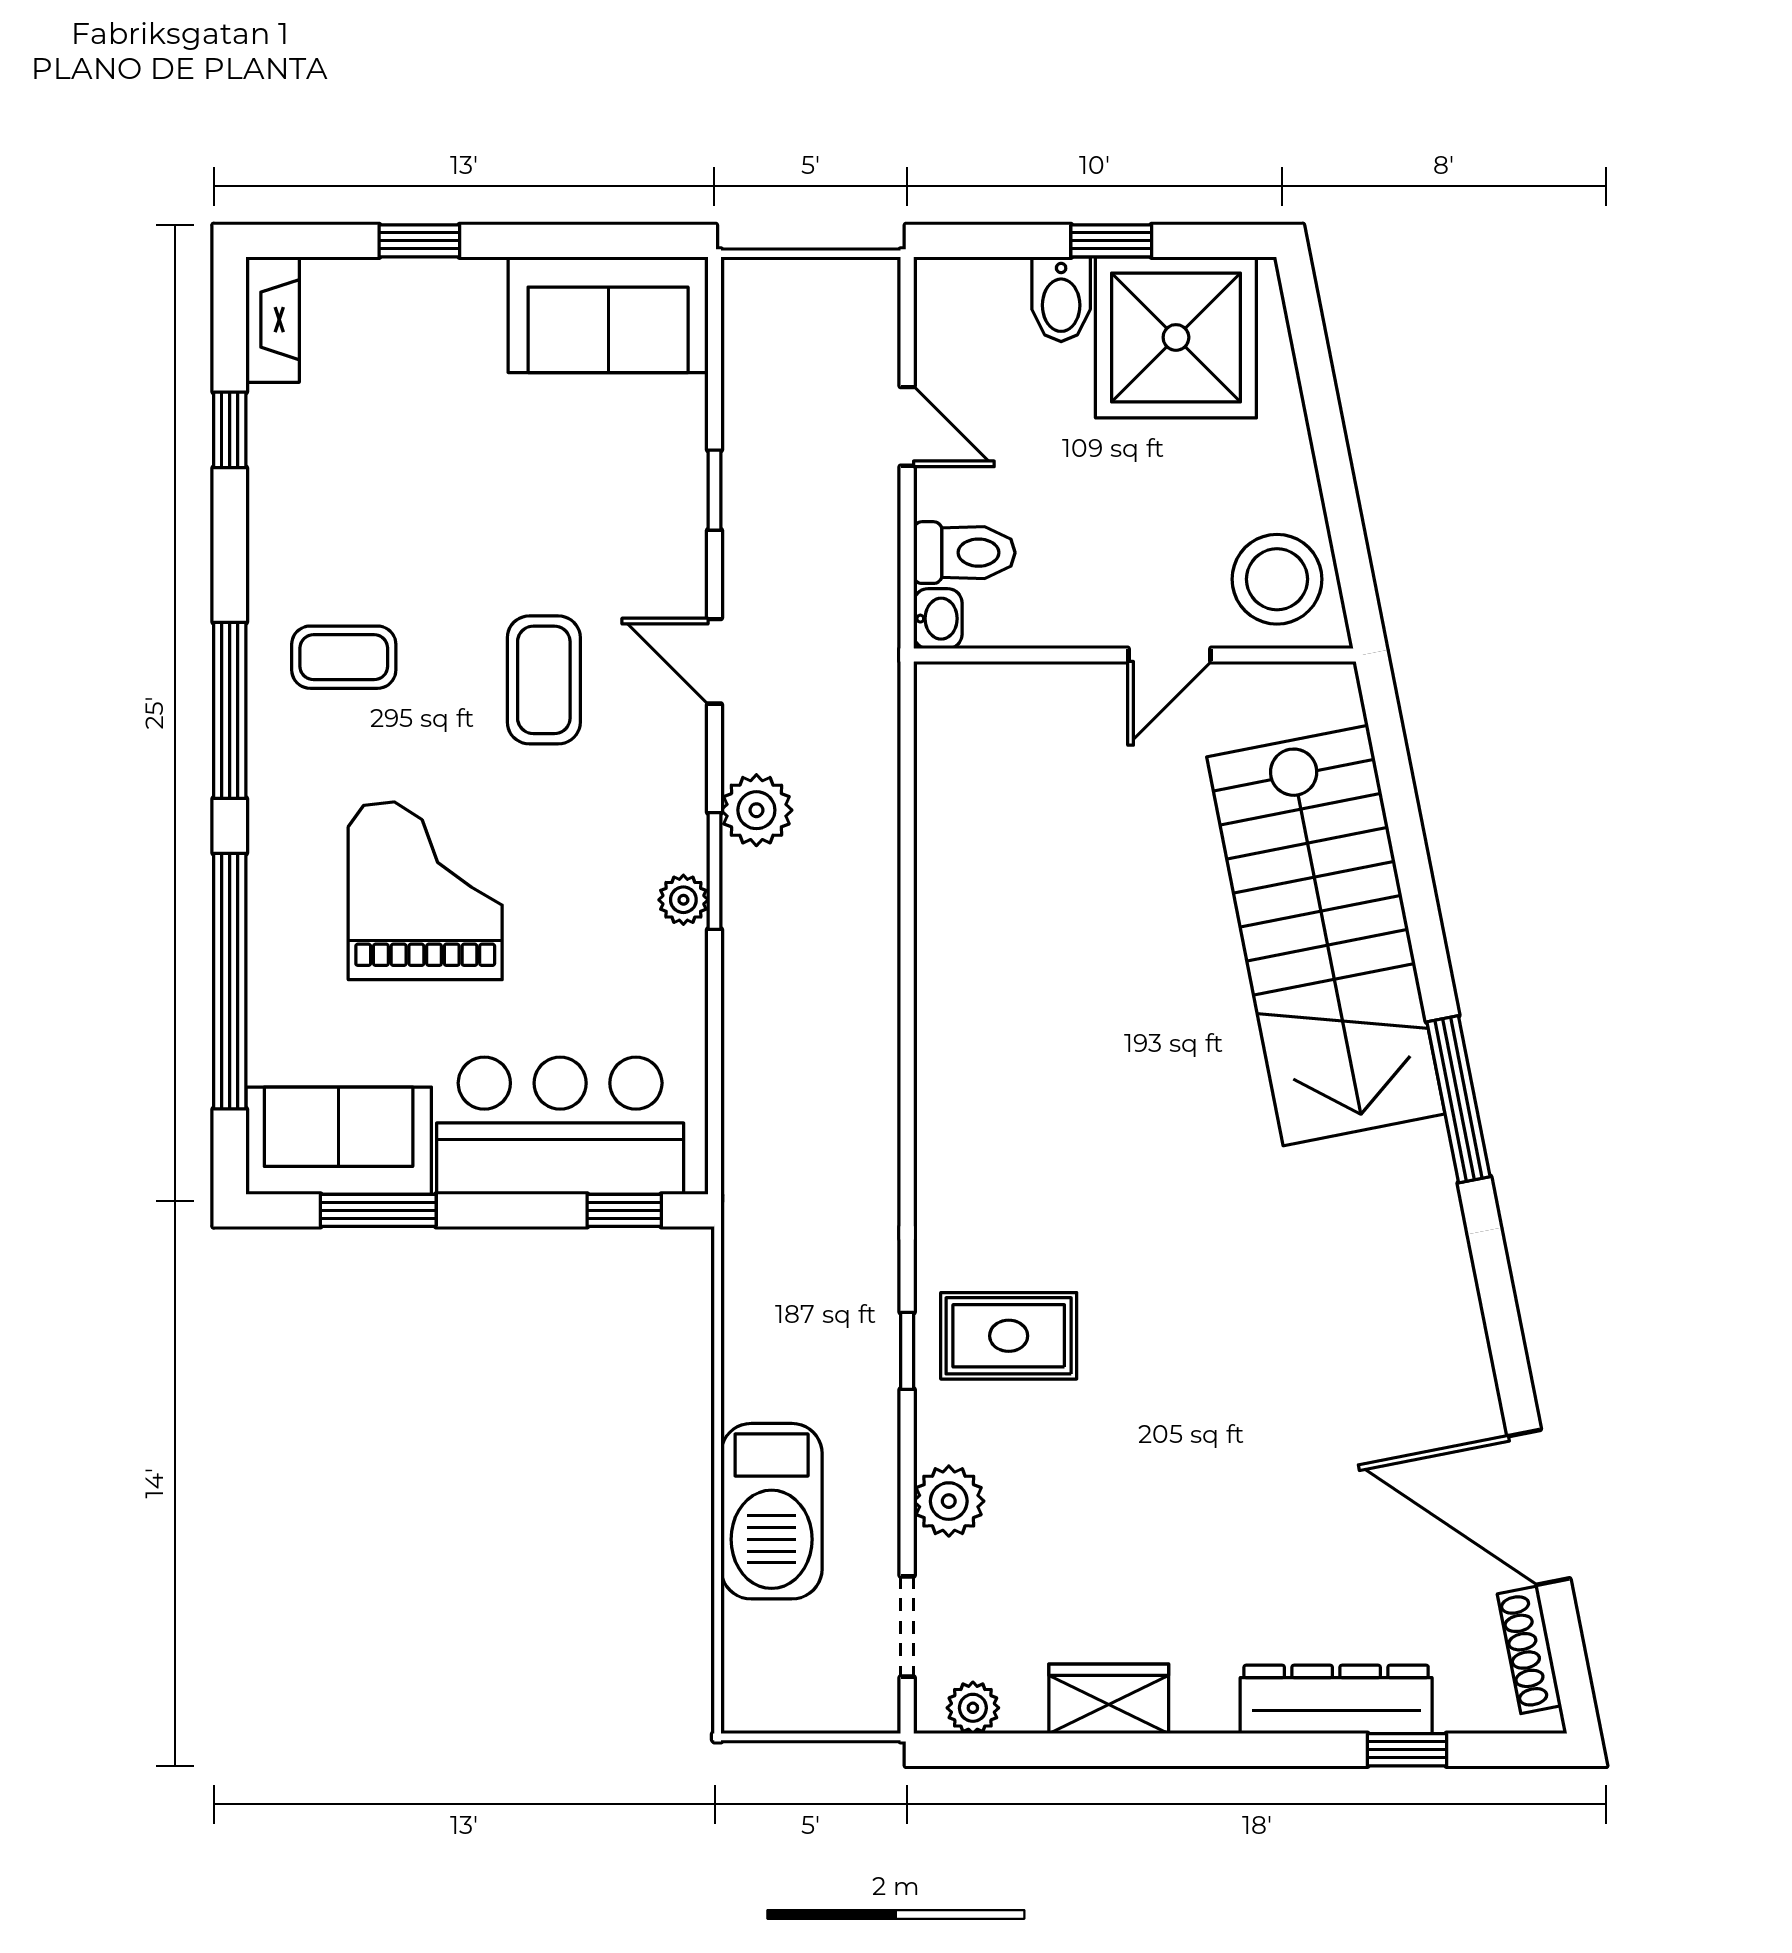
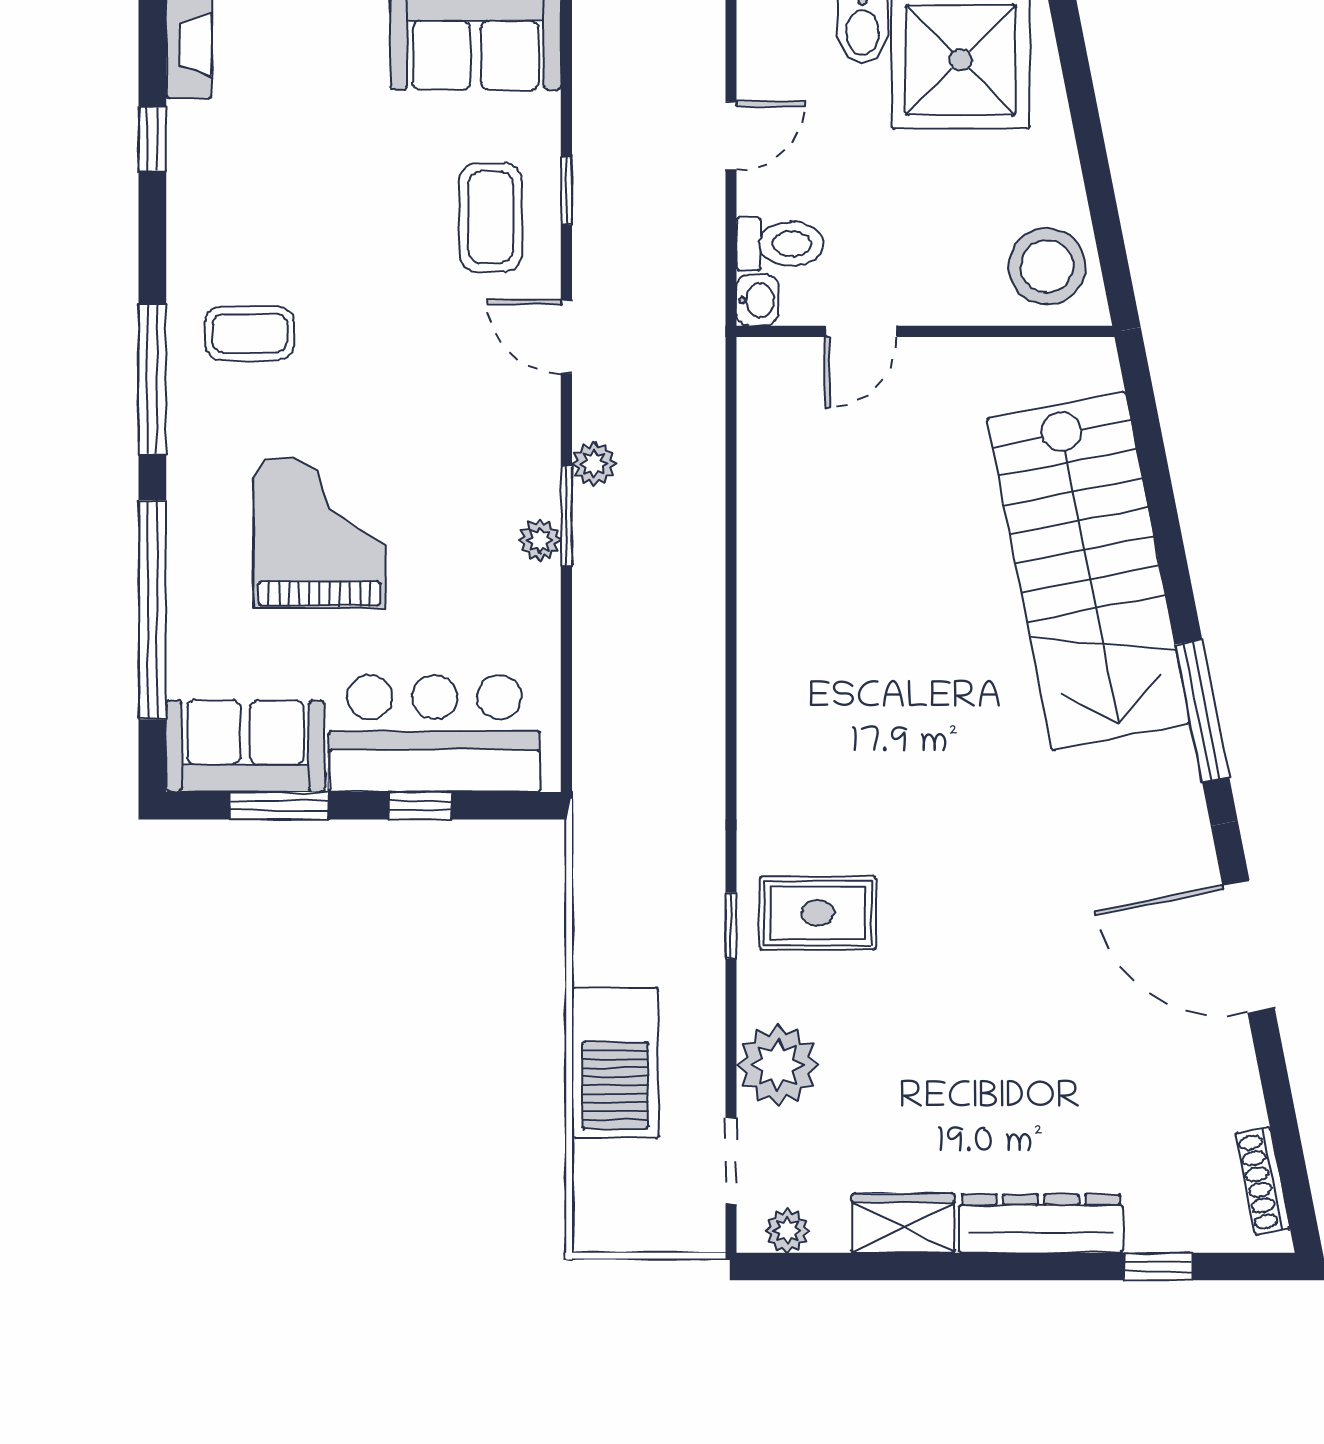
door: (907, 426) -> (731, 136), hinge flipped
door: (1169, 655) -> (861, 331), moved
coffee table: (544, 680) -> (491, 217), moved
plant: (756, 810) -> (594, 464), width x0.73, depth x0.73
window: (624, 1210) -> (420, 806), moved
plant: (949, 1501) -> (778, 1065), width x1.36, depth x1.36
door: (1539, 1507) -> (1249, 947), moved
dresser: (1336, 1699) -> (1041, 1224), moved

